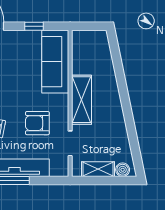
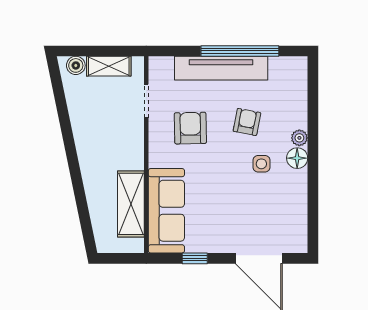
shelving: (82, 100) -> (131, 204), moved
armchair: (37, 123) -> (190, 128), turned -91

